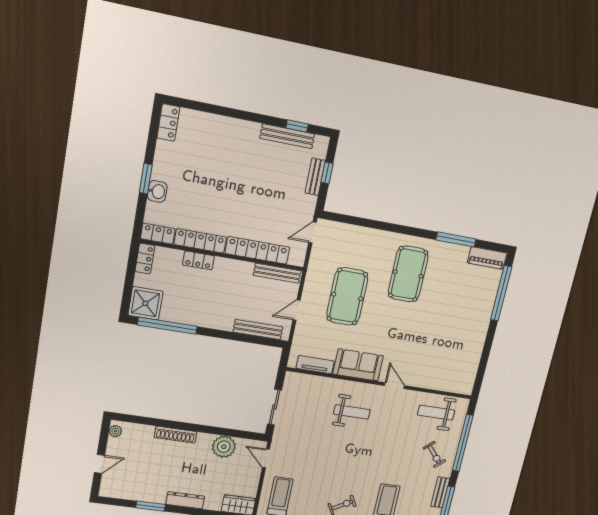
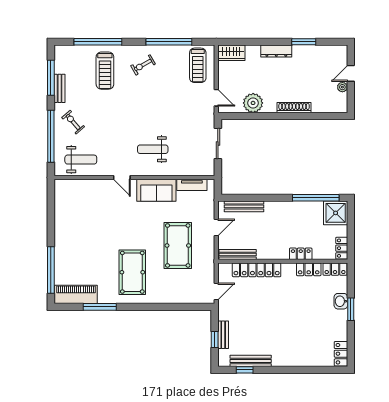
locker: (200, 241) -> (309, 269), width x0.66
piano: (487, 258) -> (76, 294), width x1.37, depth x1.33
plant: (115, 431) -> (342, 87), moved

